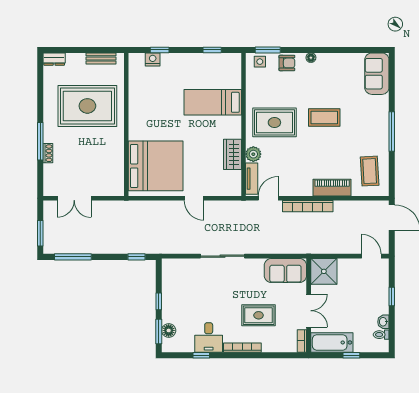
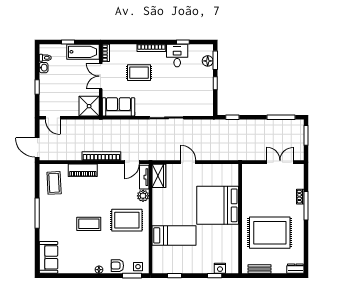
wardrobe: (232, 154) -> (159, 176), moved
bed: (156, 166) -> (218, 205), moved

